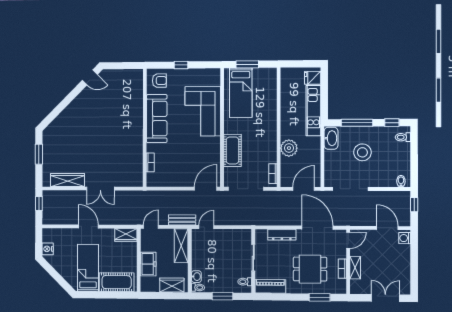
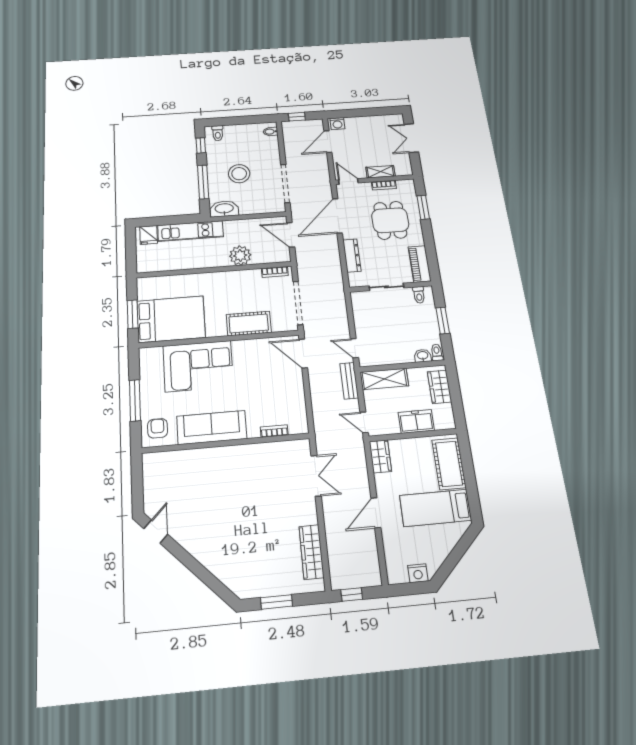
window: (181, 65) -> (135, 400), width x2.17
bed: (241, 93) -> (171, 319), width x1.50
double door: (100, 189) -> (316, 476), moved

